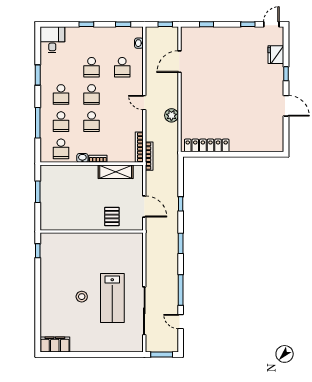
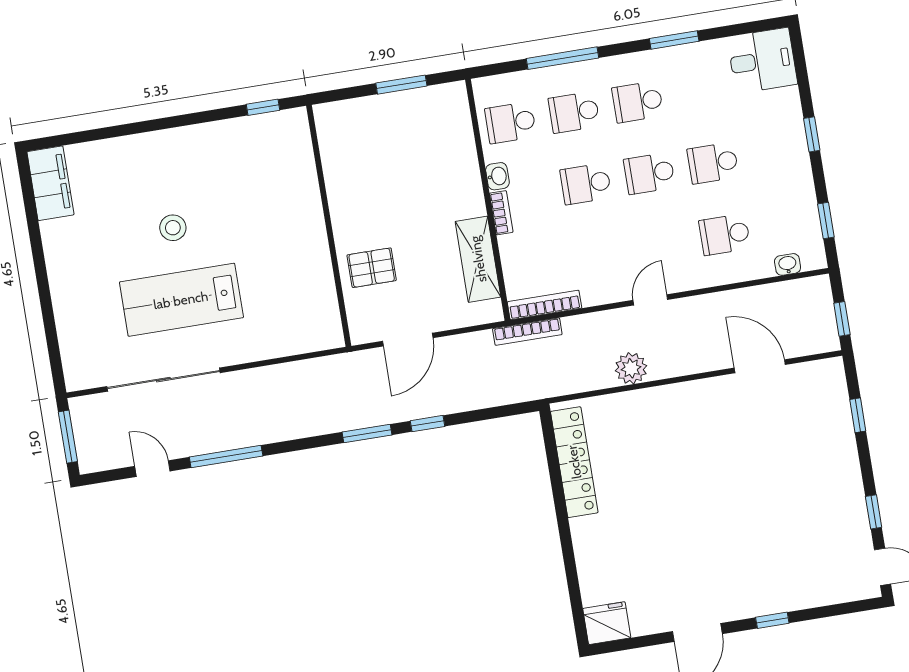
fridge: (276, 55) -> (607, 623), moved
window: (181, 243) -> (367, 433), moved
door: (181, 322) -> (152, 469), hinge flipped

